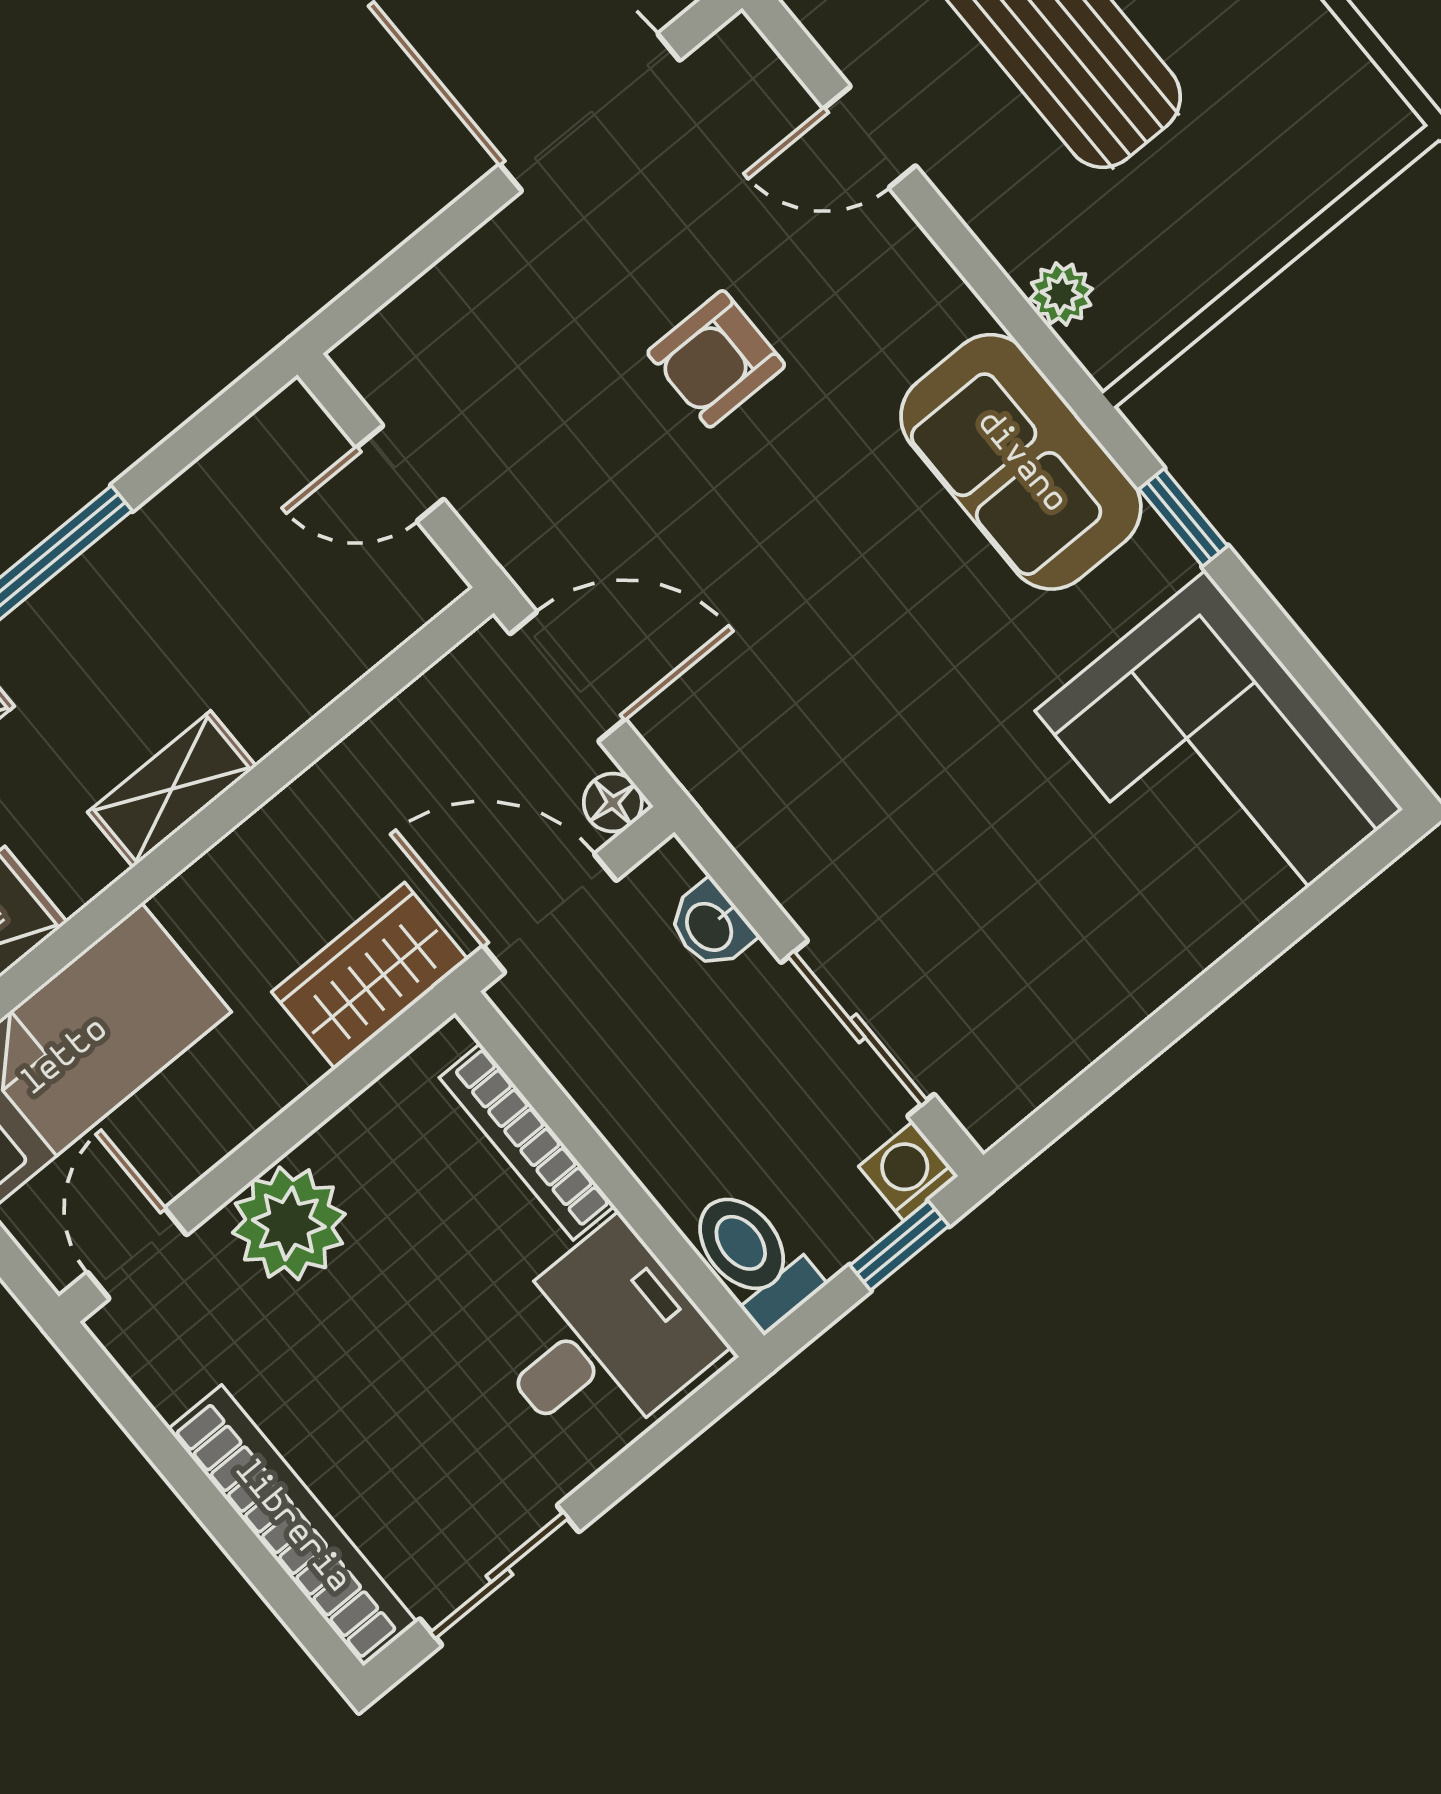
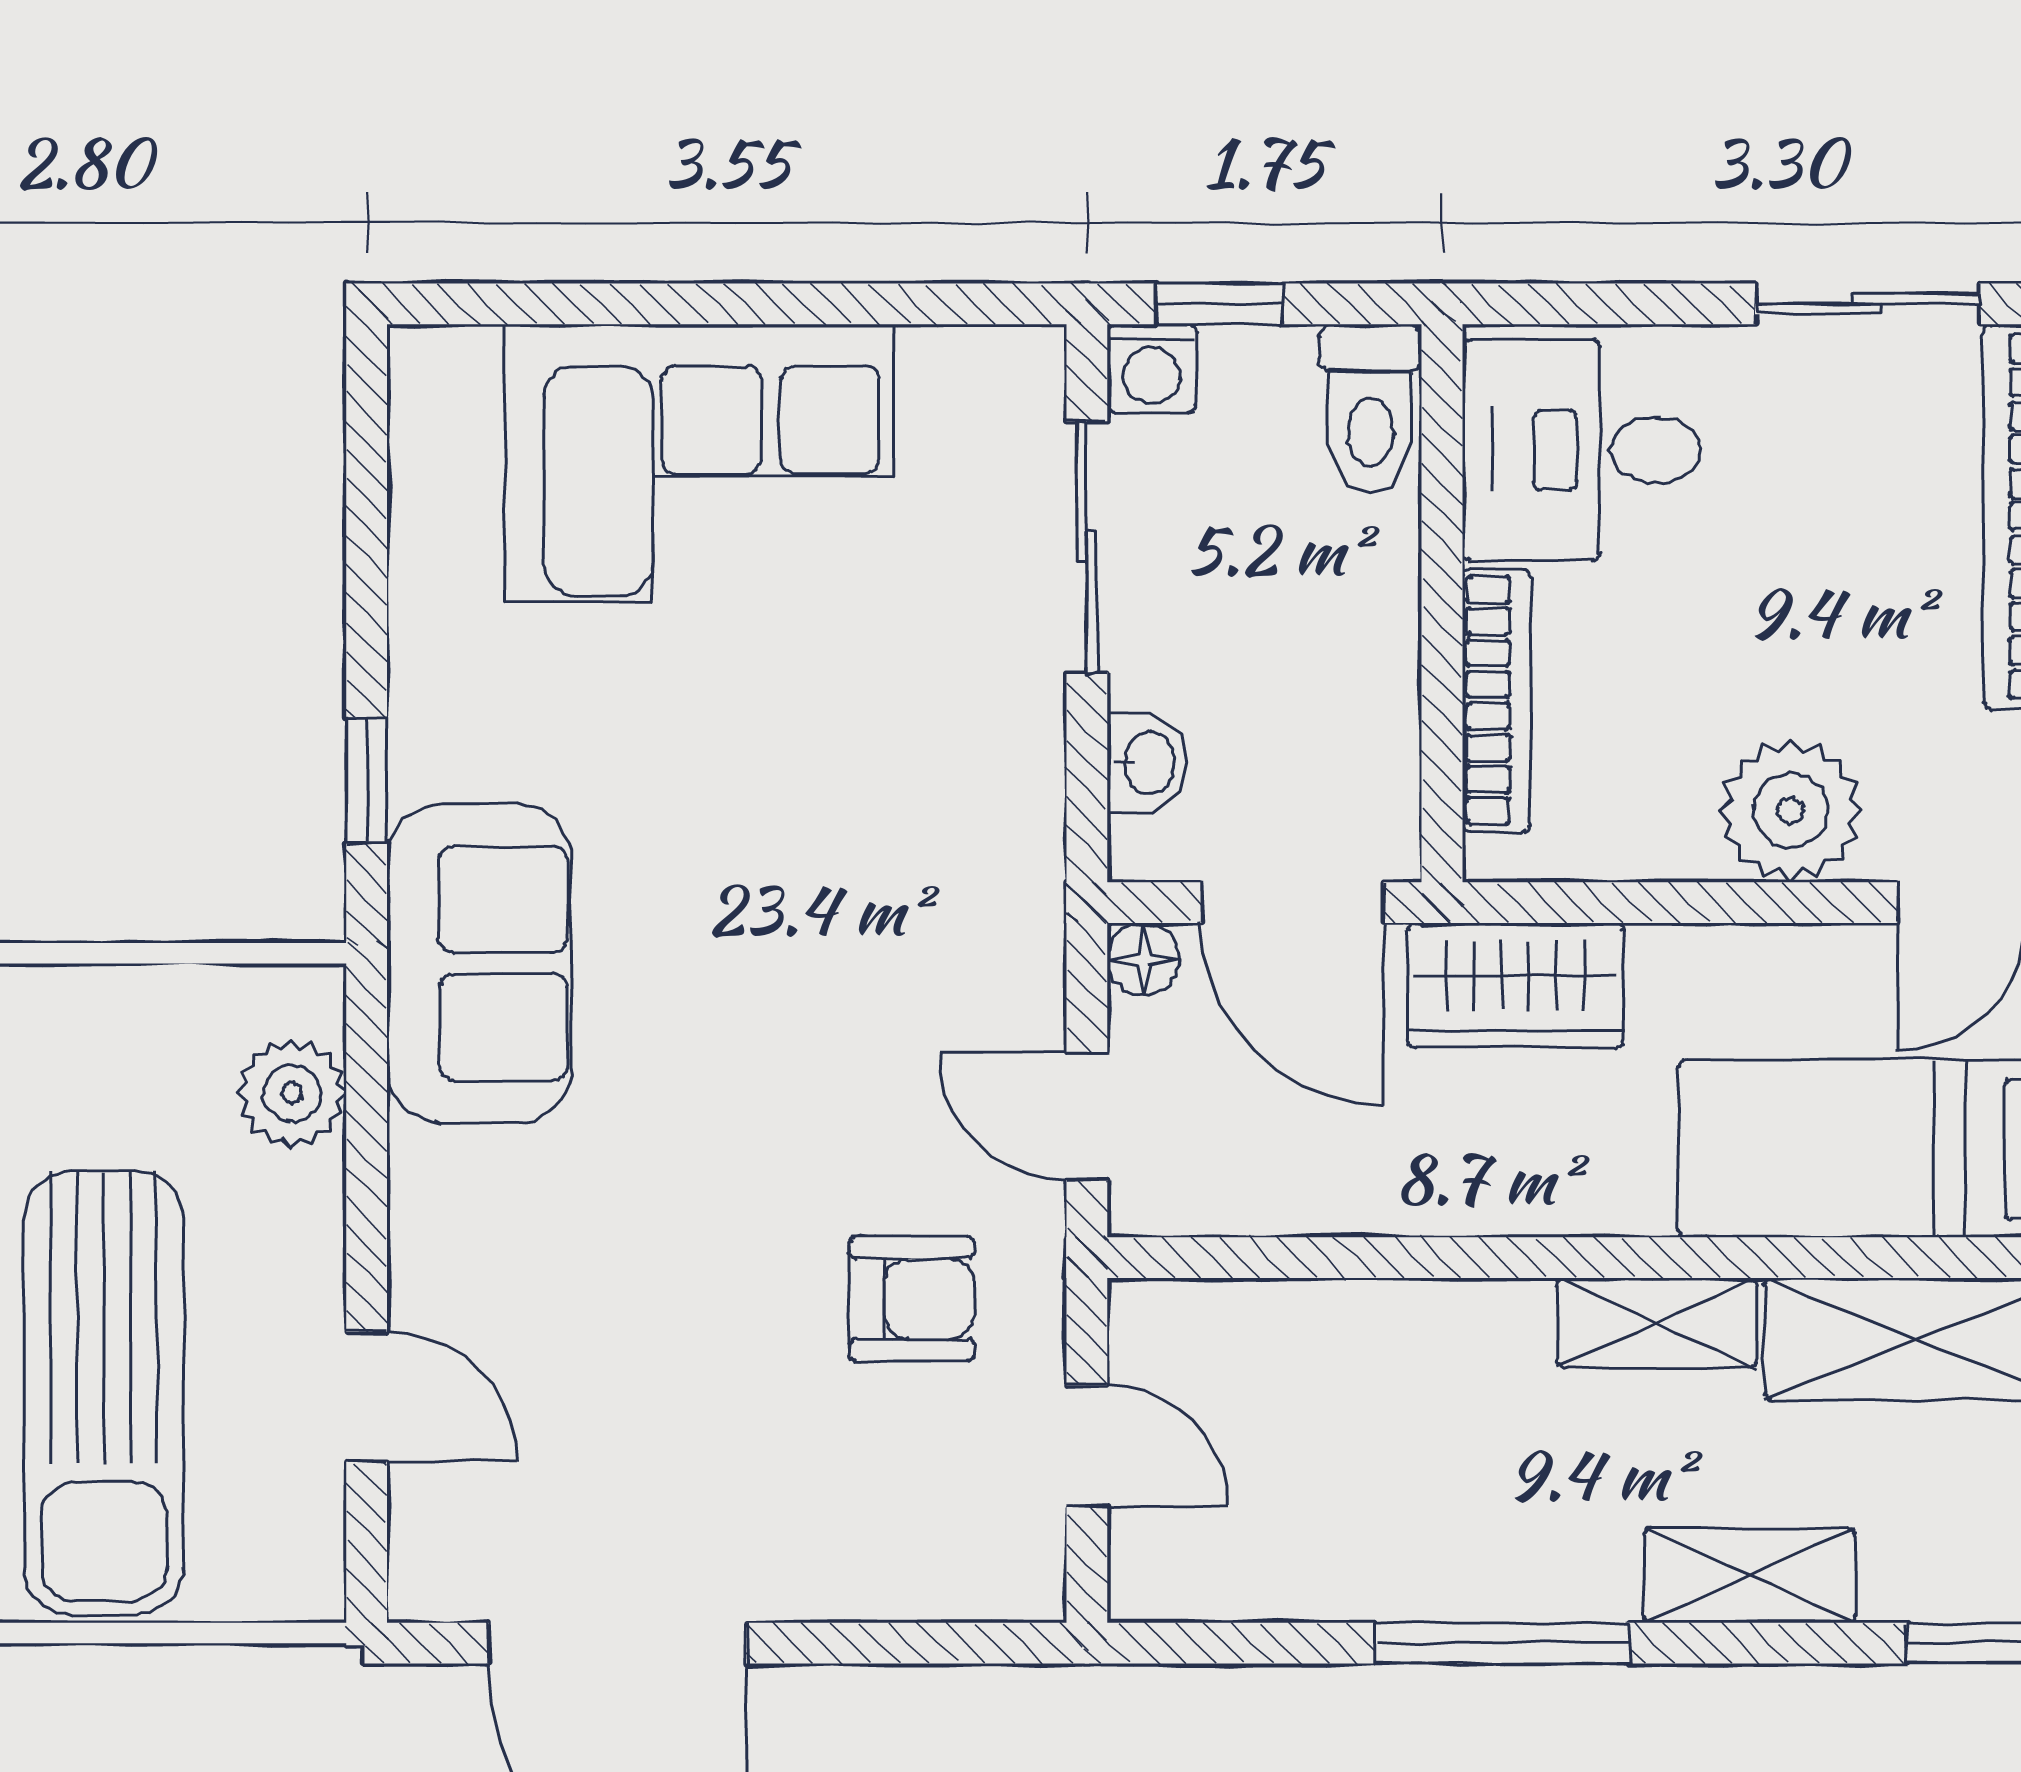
plant: (1061, 294) -> (292, 1093), width x1.38, depth x1.38
armchair: (716, 359) -> (912, 1299), moved
door: (568, 677) -> (1087, 1117), width x0.73
corner sofa: (1219, 760) -> (699, 463), moved, turned 90
shelving: (172, 789) -> (1657, 1323), moved

